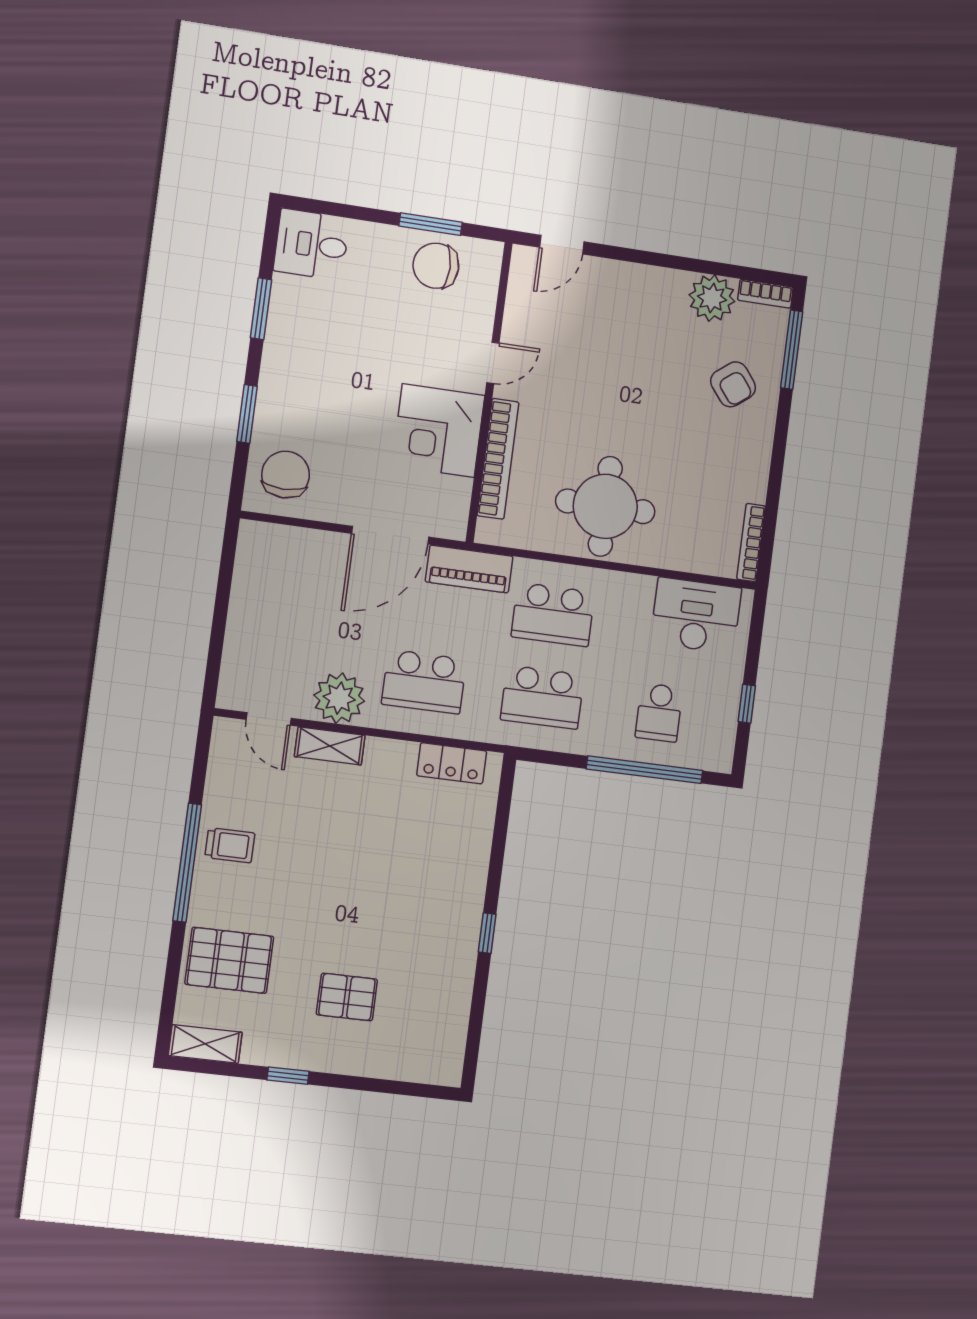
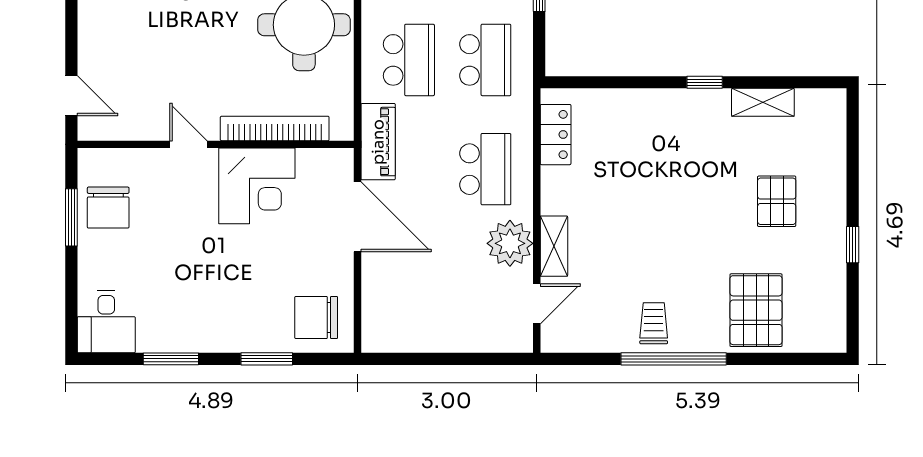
shelving: (205, 1044) -> (763, 102), moved, turned 90

